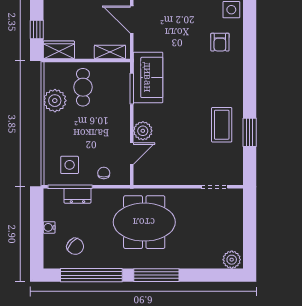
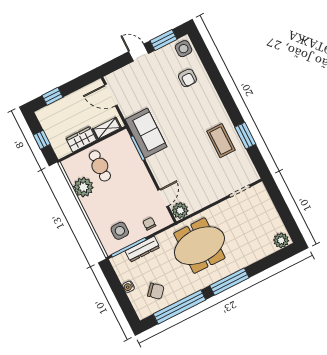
wardrobe: (59, 50) -> (81, 139), moved
plant: (143, 131) -> (180, 210), moved
dresser: (77, 196) -> (142, 249), width x1.44

